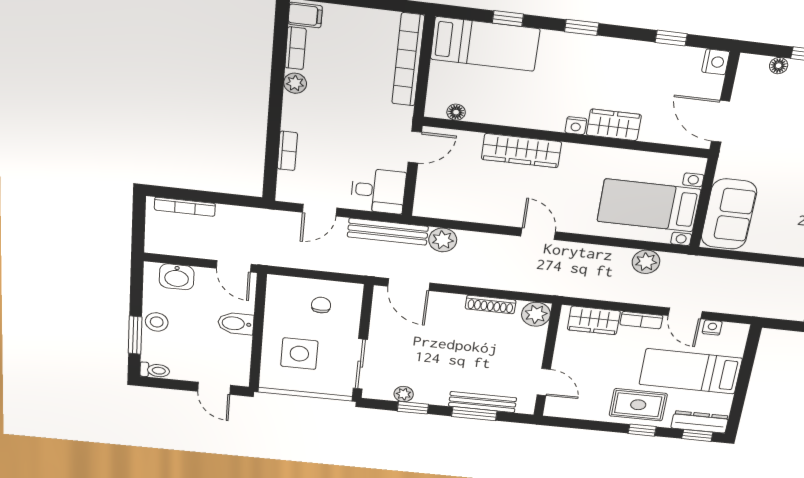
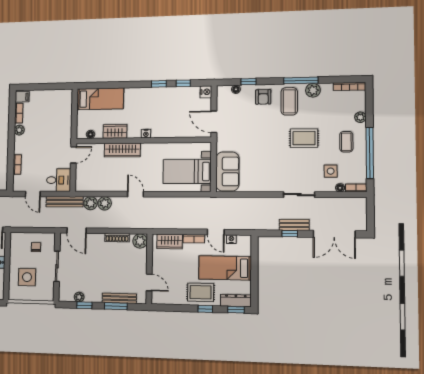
window: (508, 18) -> (109, 85), removed
window: (582, 27) -> (159, 84), moved
bookcase: (408, 60) -> (67, 111), removed
wardrobe: (614, 125) -> (115, 131), moved
door: (320, 210) -> (33, 194), hinge flipped
plant: (646, 262) -> (105, 203), moved
sliding door: (360, 364) -> (57, 266), moved

